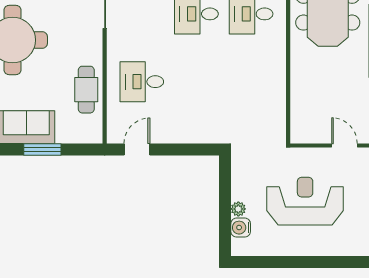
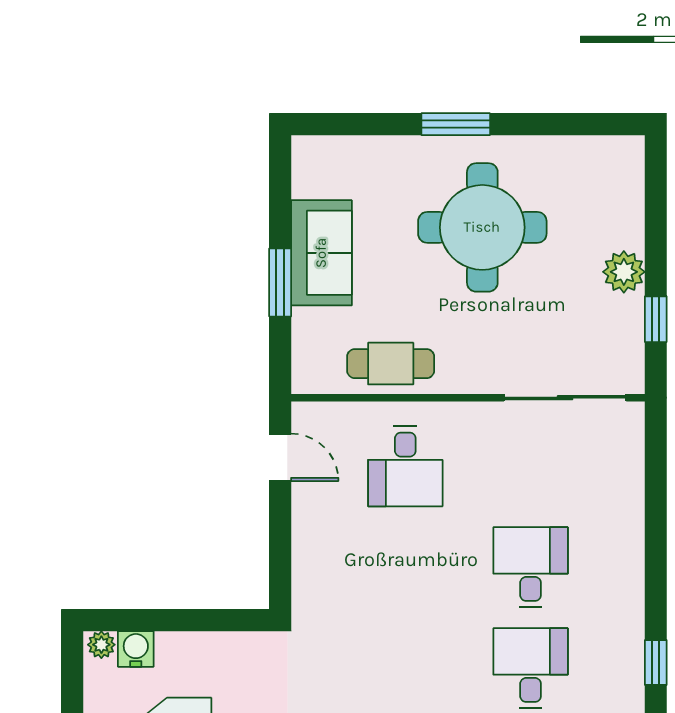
desk: (142, 82) -> (405, 466), turned 180
plant: (238, 209) -> (101, 645), moved

